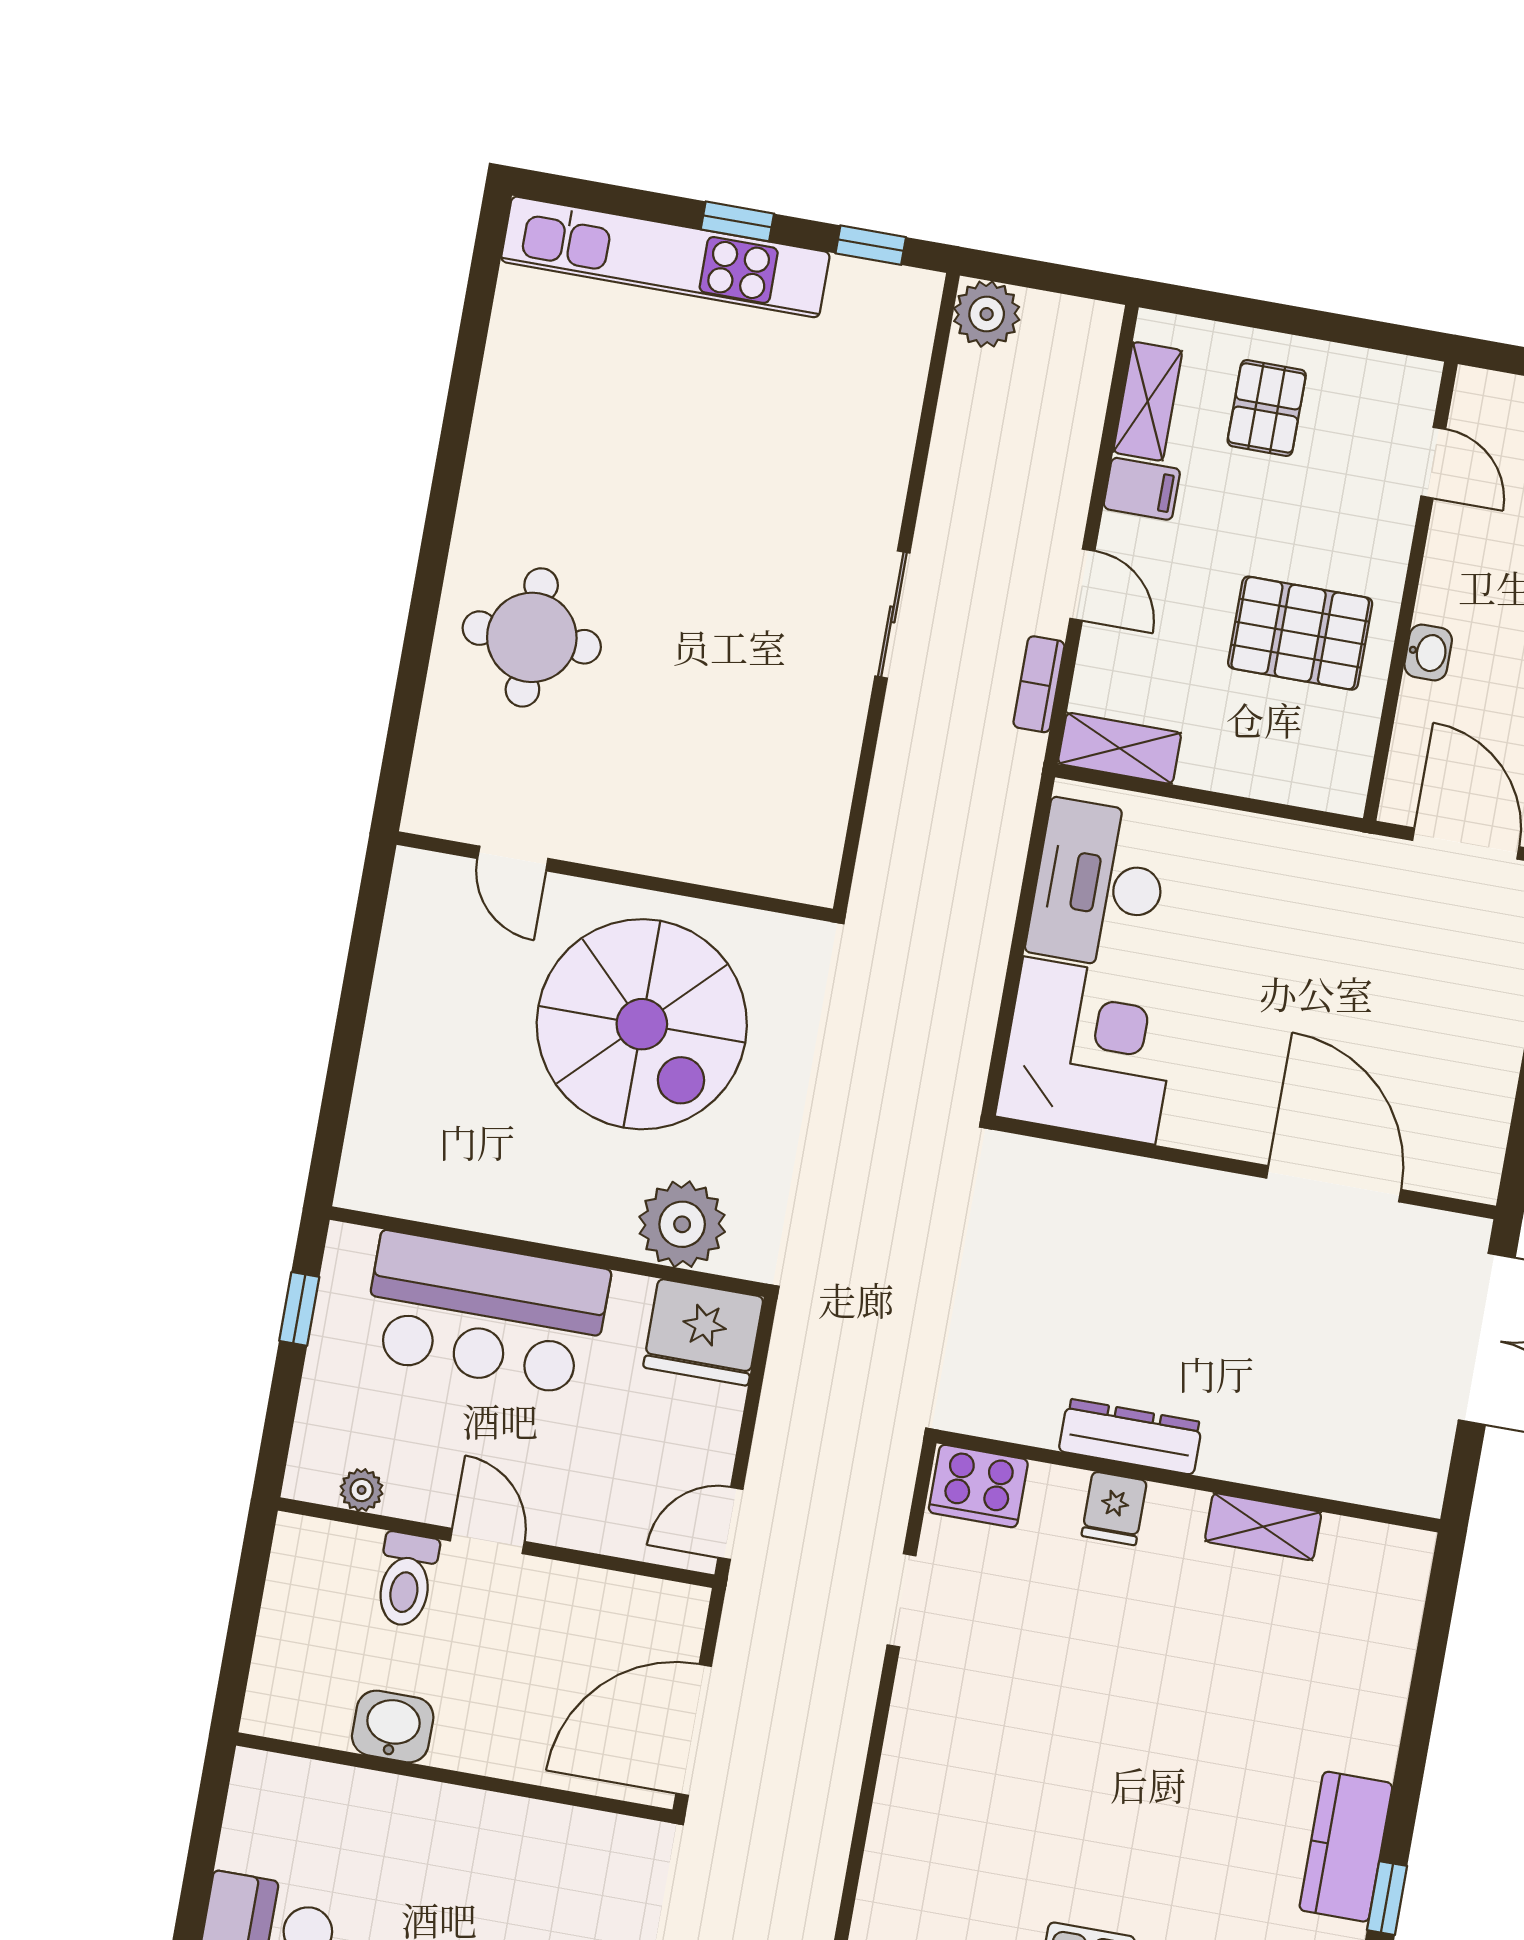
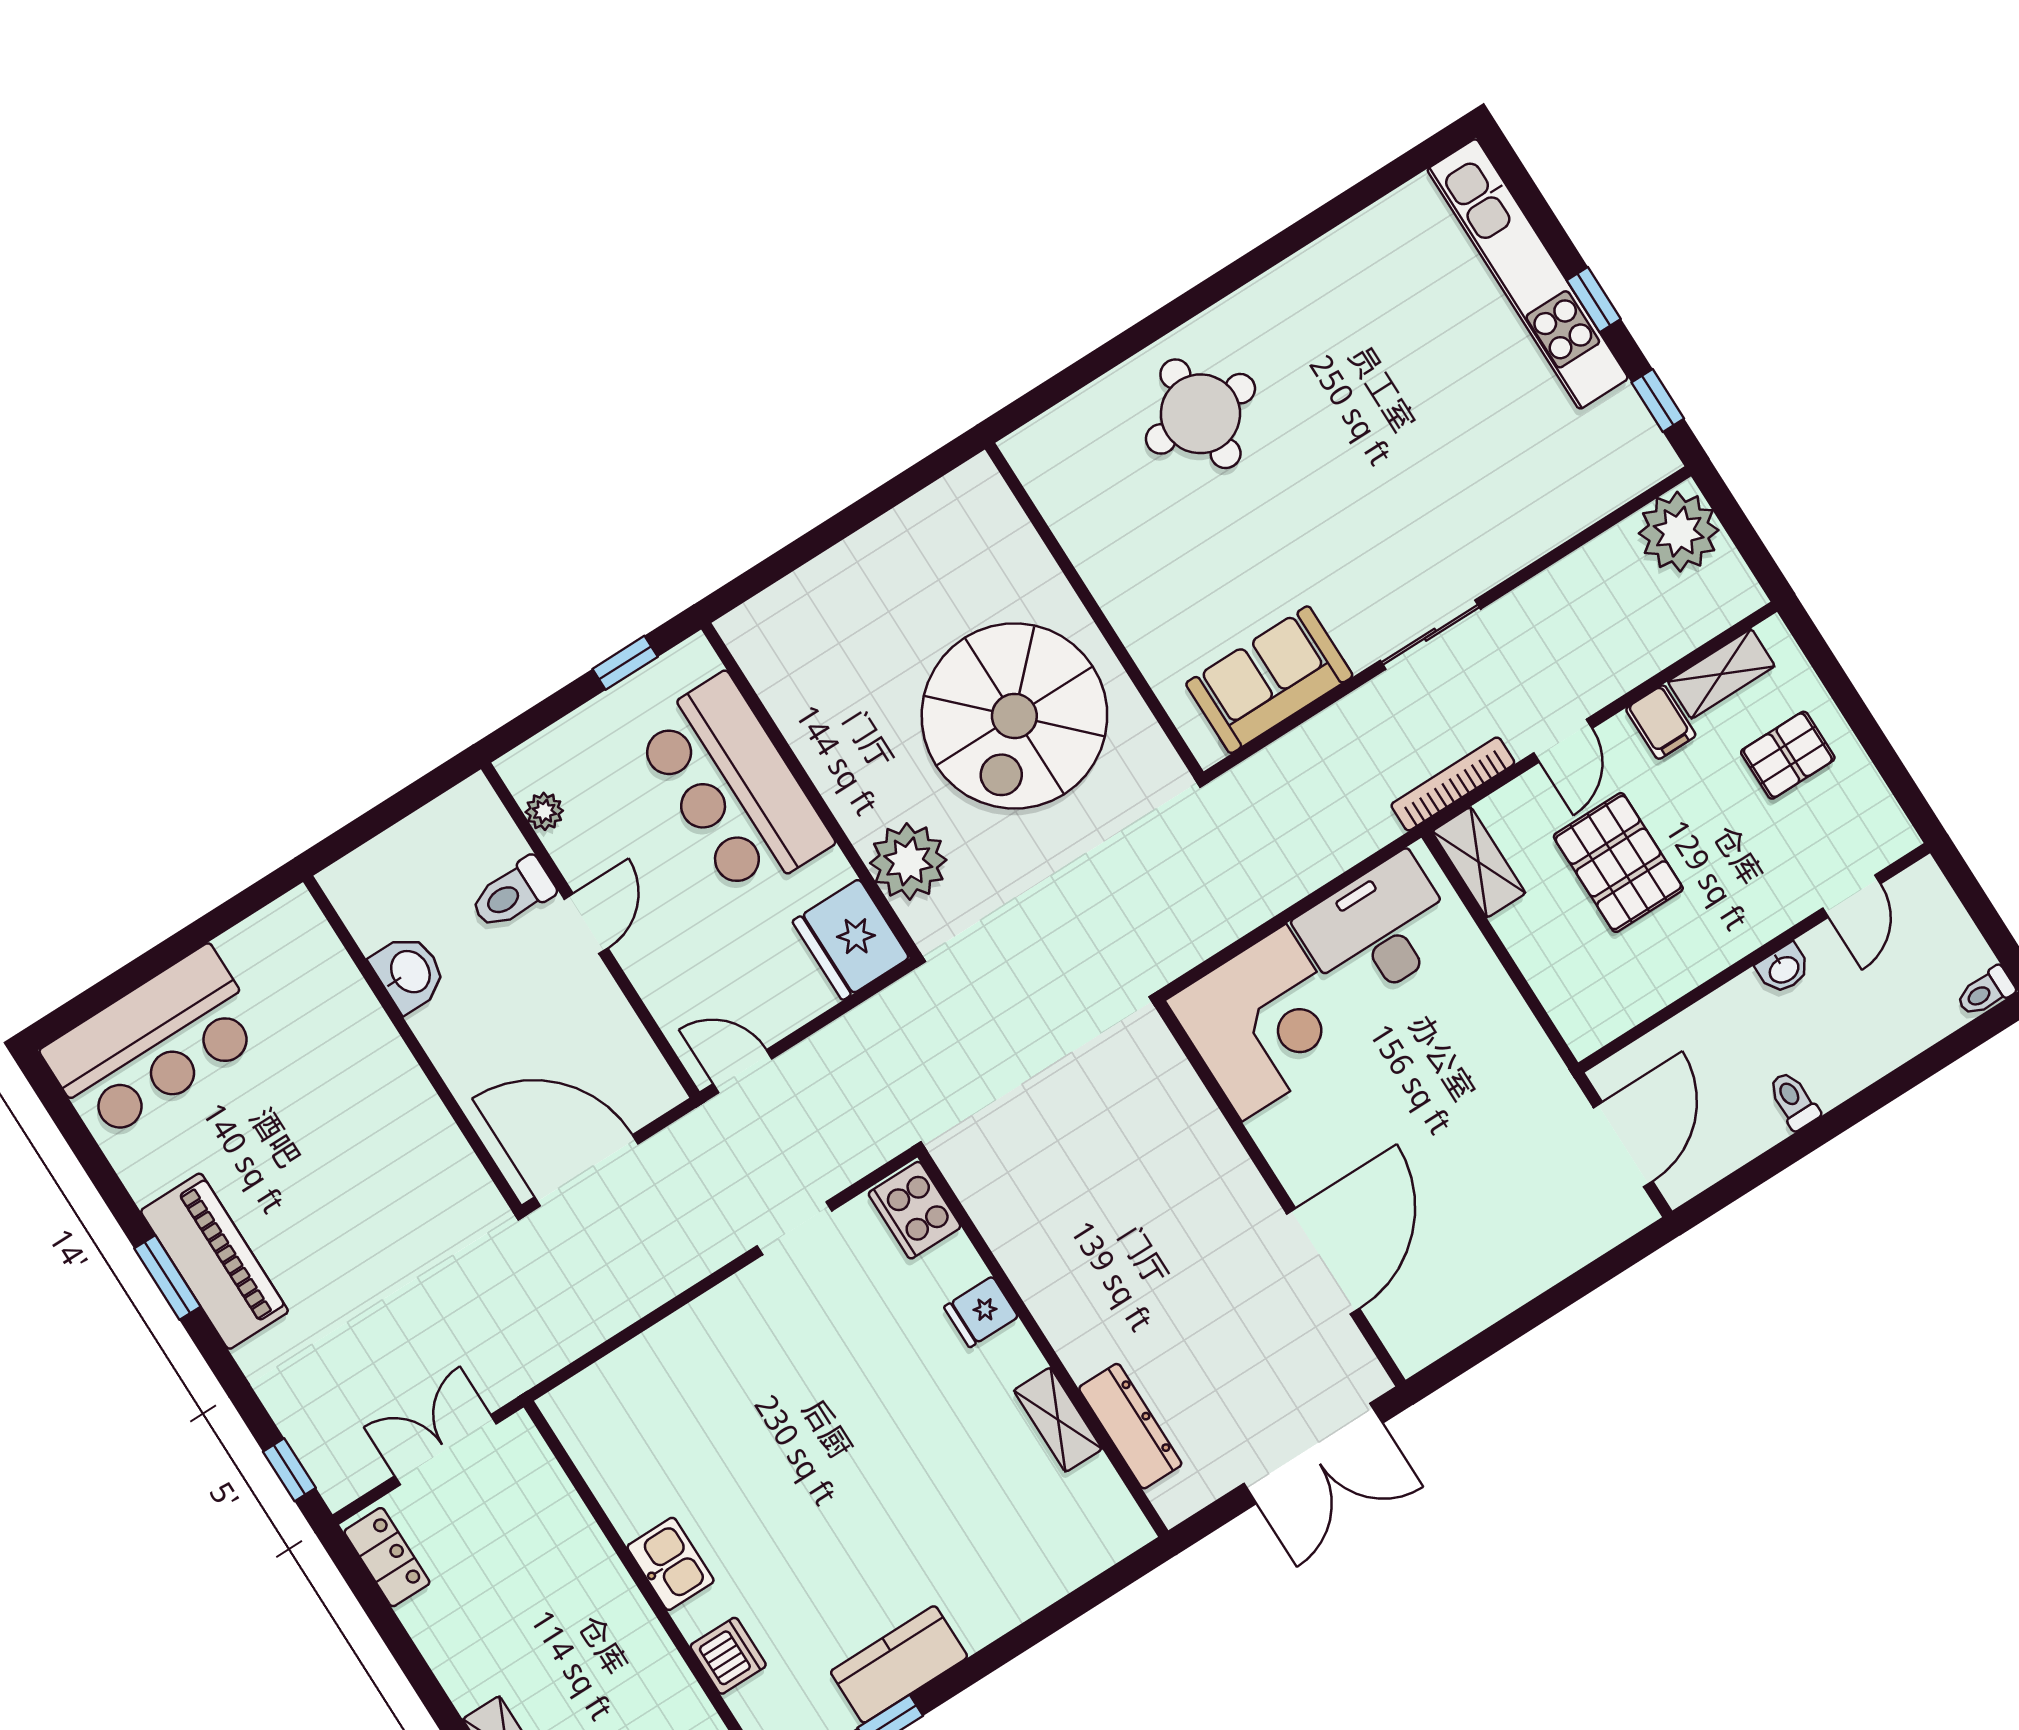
plant: (987, 314) -> (1679, 532), width x1.36, depth x1.36
pallet: (1300, 633) -> (1618, 863), moved
washbasin: (1428, 652) -> (1783, 969), moved
bookcase: (1039, 684) -> (1453, 784), width x1.56
sofa: (807, 783) -> (1269, 680), added
door: (513, 859) -> (1045, 533), removed
dresser: (1131, 1437) -> (1130, 1426), moved

